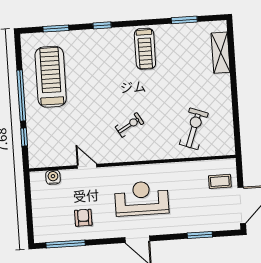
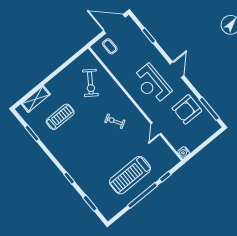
treadmill: (145, 49) -> (60, 117), moved
treadmill: (51, 77) -> (130, 175), moved
exercise bike: (194, 129) -> (90, 83), turned -75
water cooler: (53, 177) -> (184, 152), moved
armchair: (83, 218) -> (187, 109), width x1.88, depth x1.88

